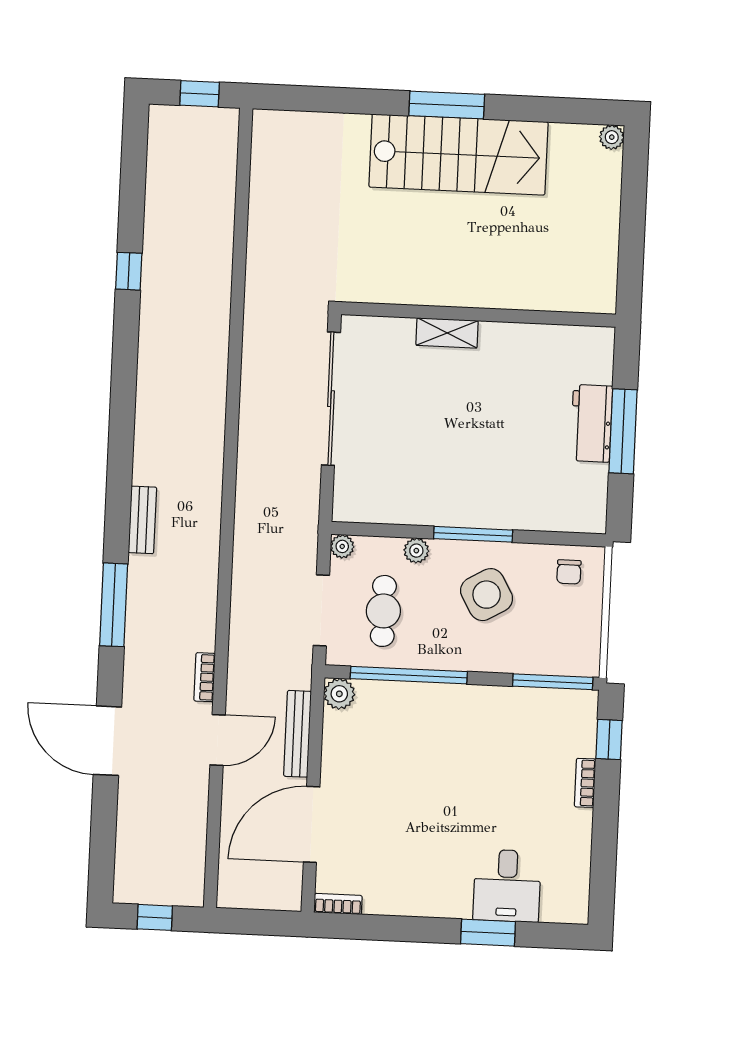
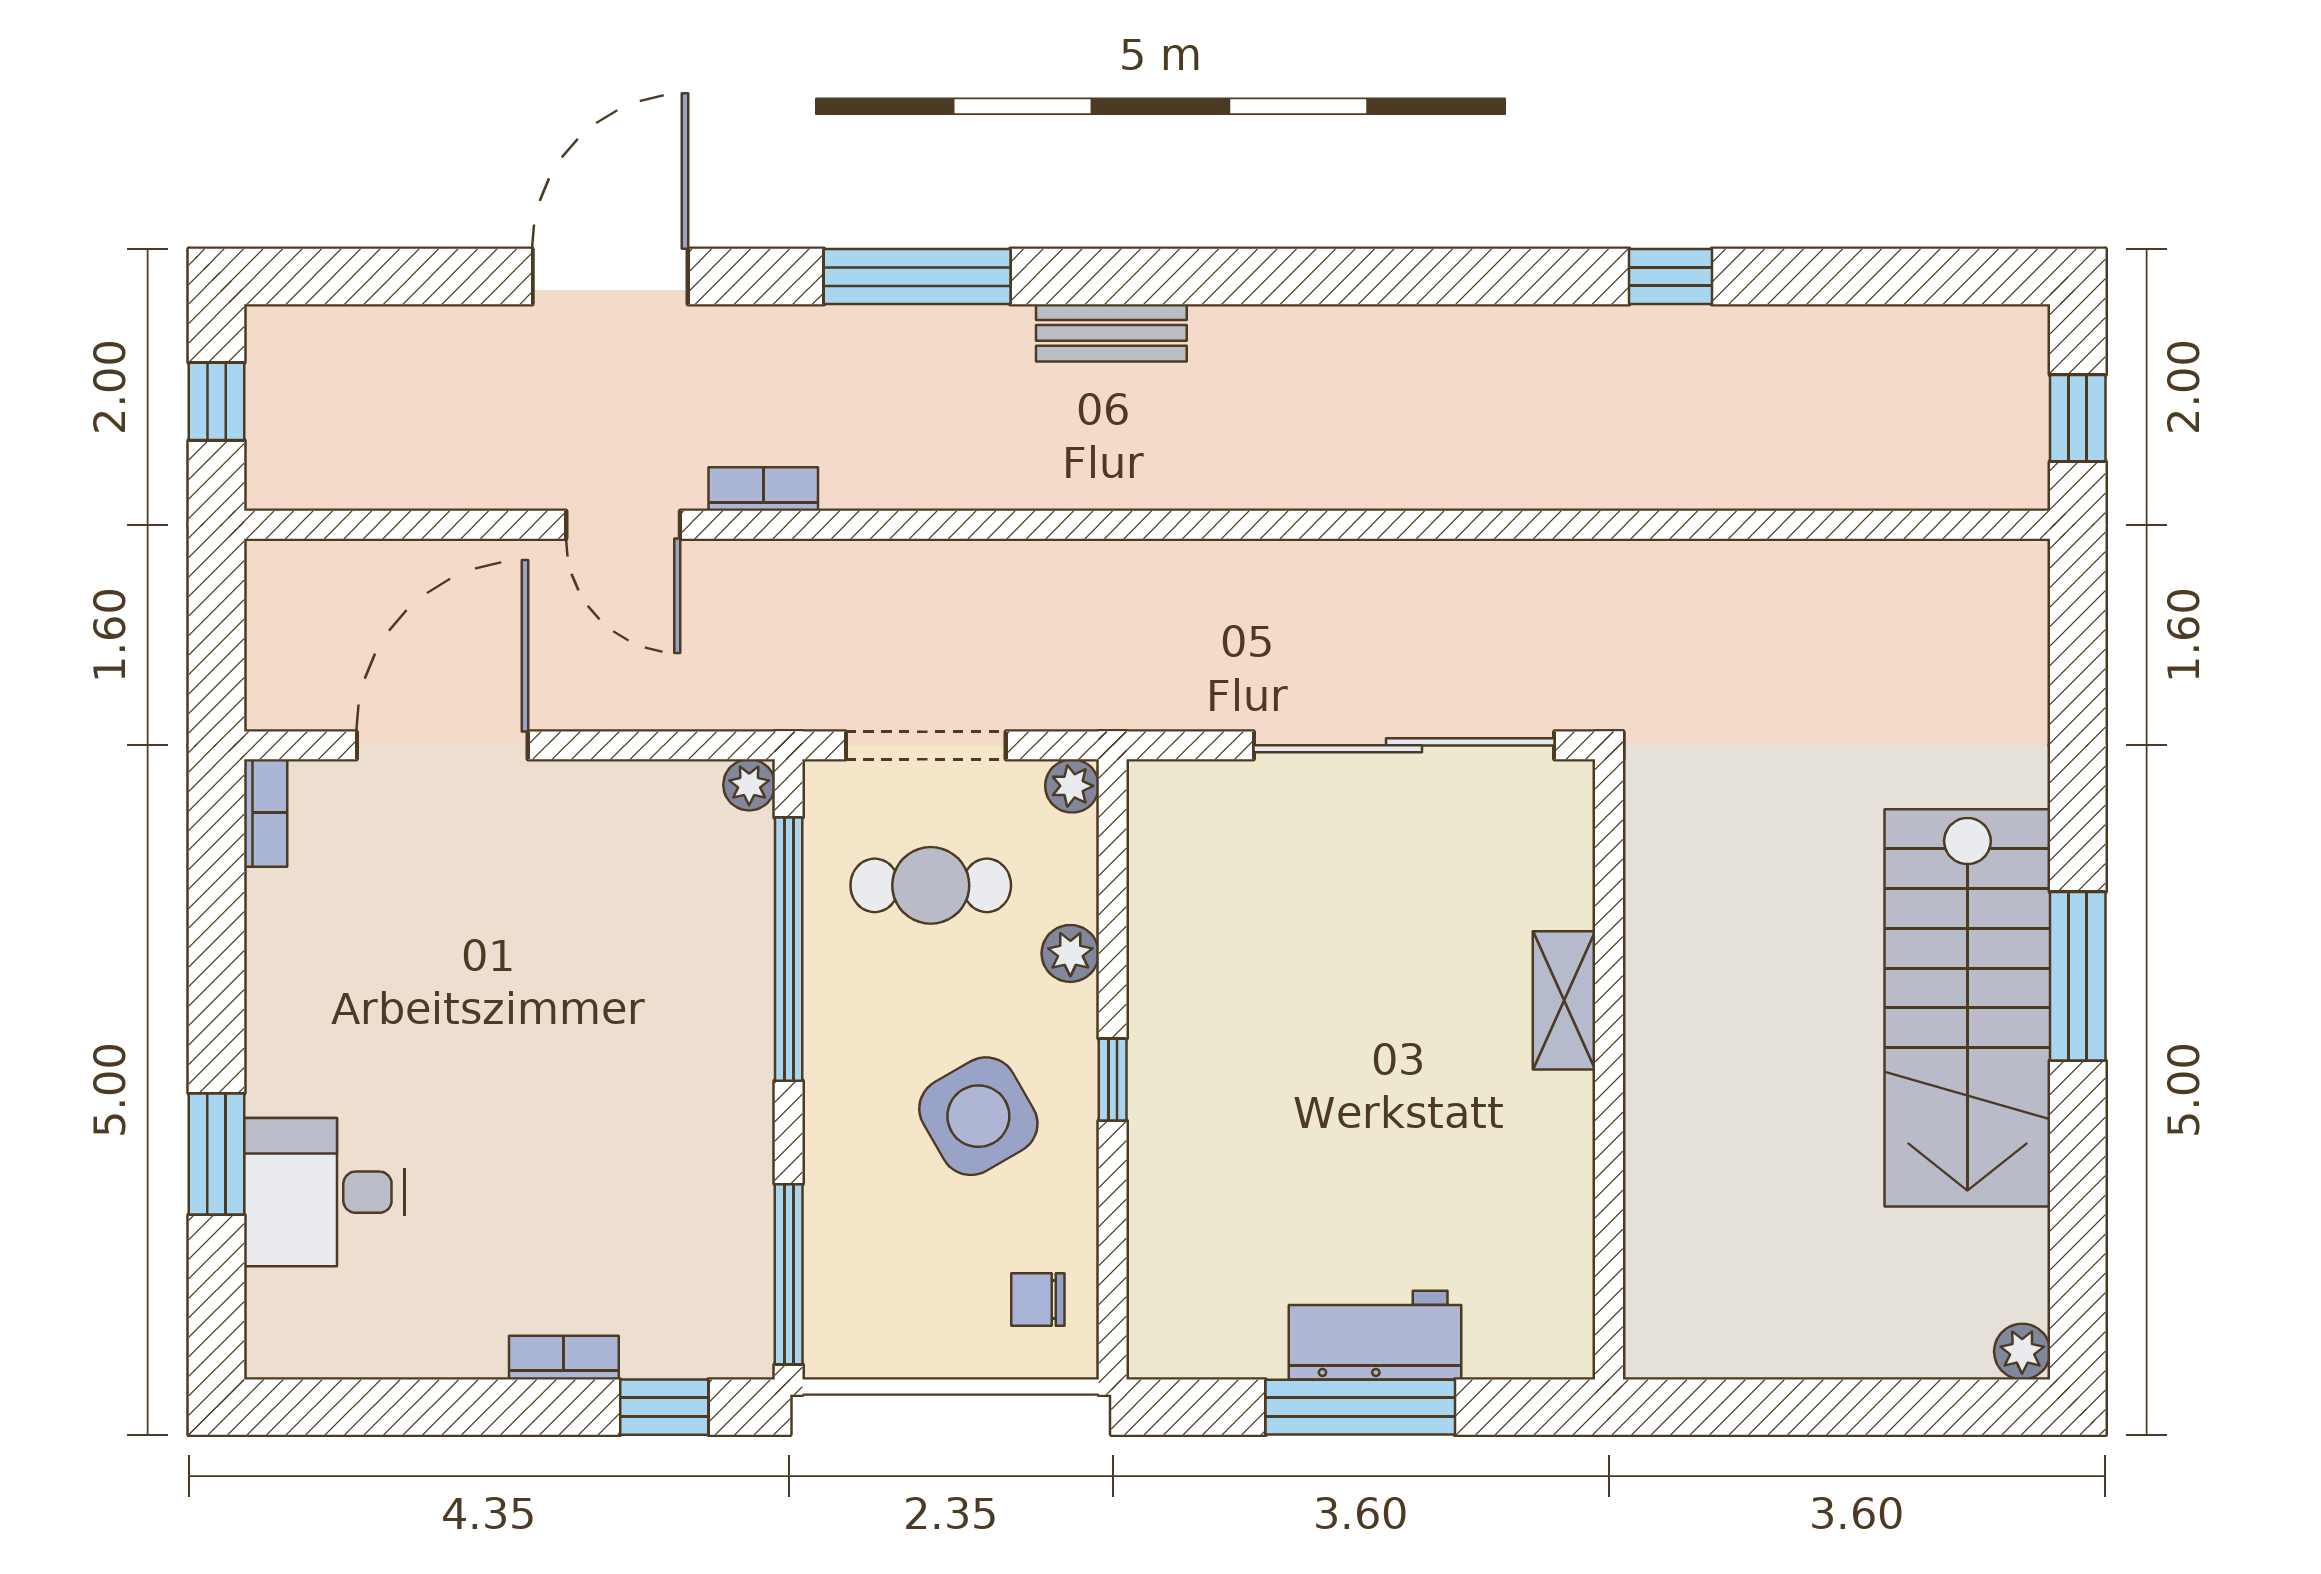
window: (473, 534) -> (1113, 1080), width x0.46
plant: (339, 694) -> (749, 785), width x0.73, depth x0.73
bench: (298, 734) -> (645, 704), removed
door: (312, 824) -> (442, 745), hinge flipped

